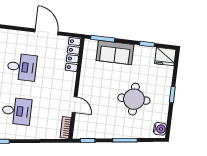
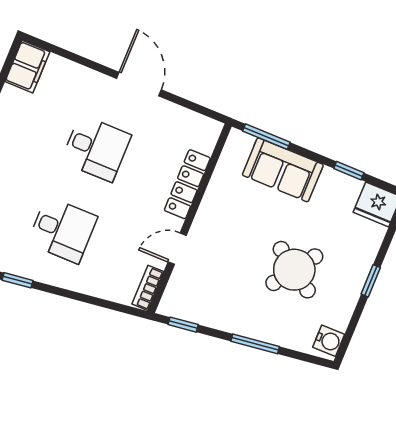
door: (47, 32) -> (139, 84), moved
locker: (73, 54) -> (187, 184), moved
round table: (134, 99) -> (294, 270), turned 35
door: (75, 105) -> (177, 249), swing flipped

